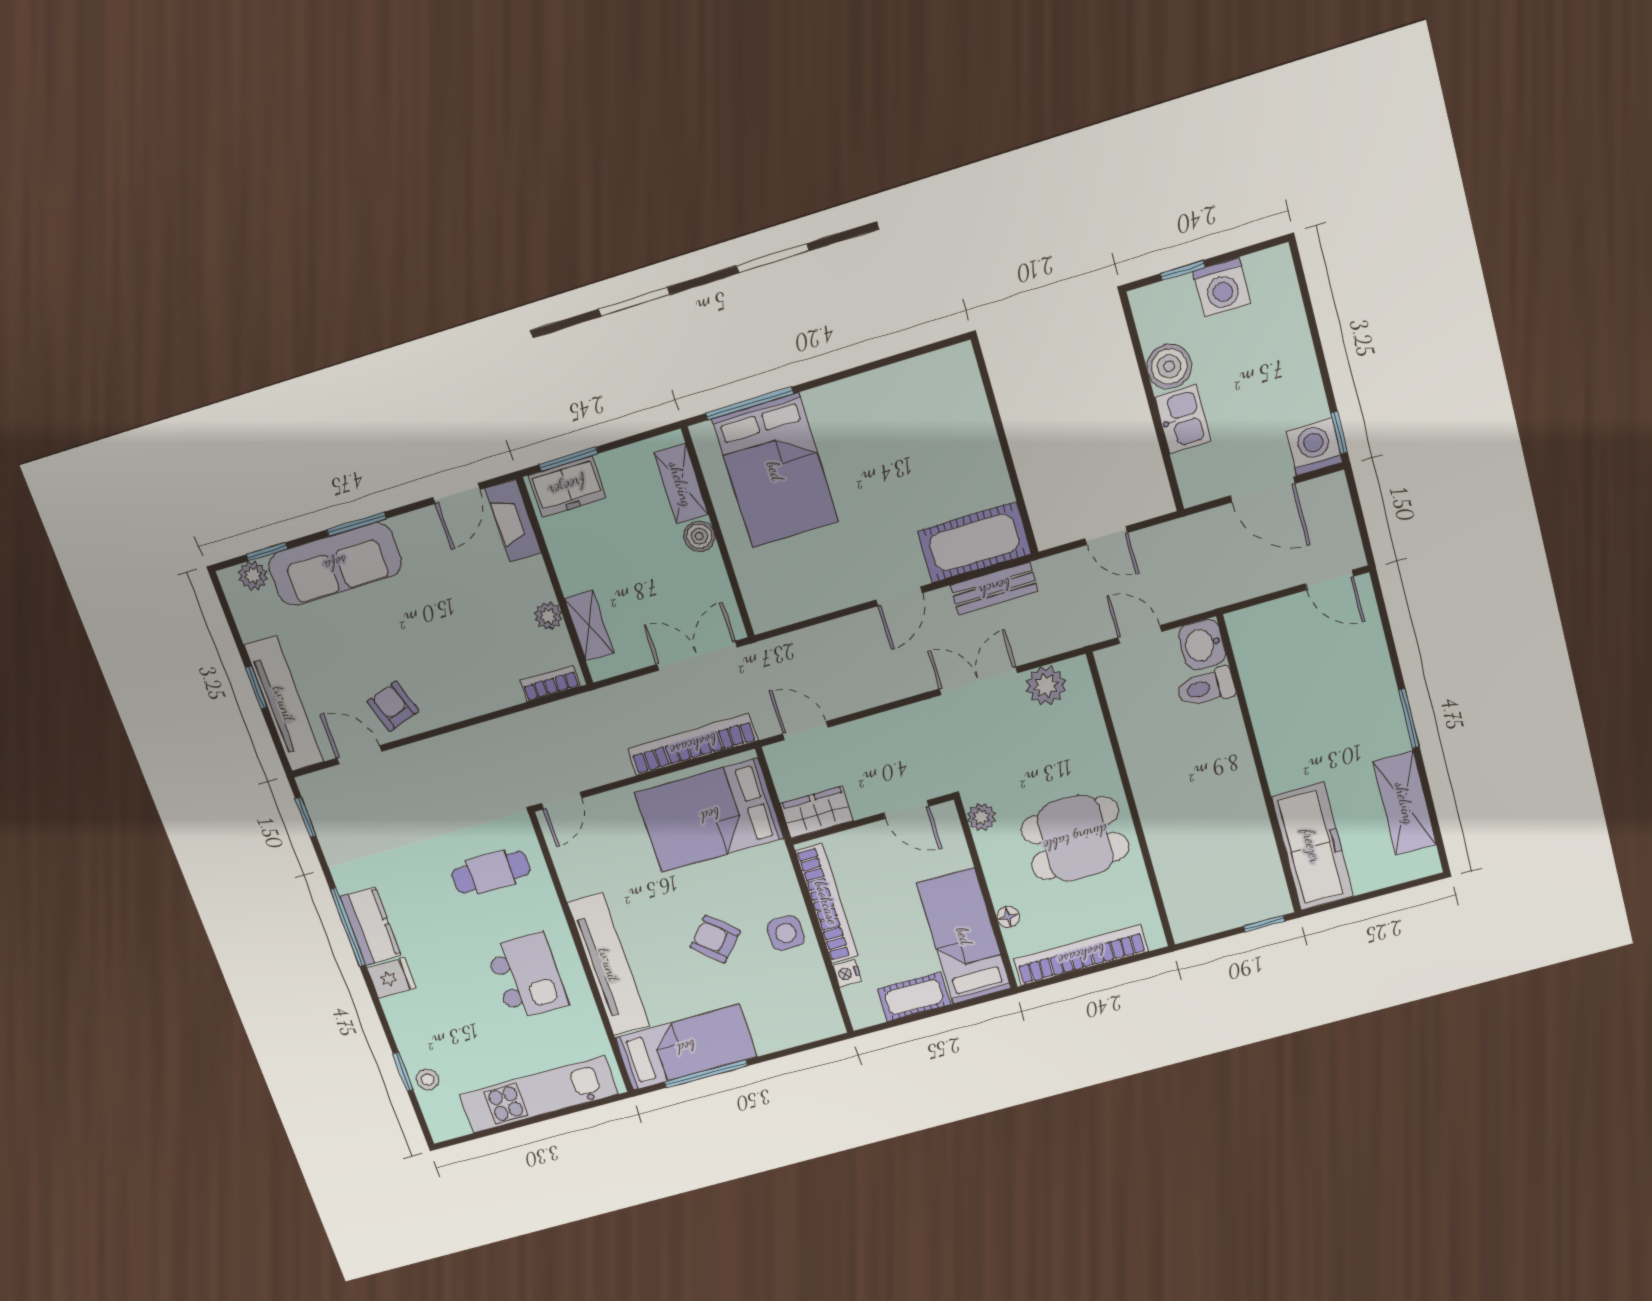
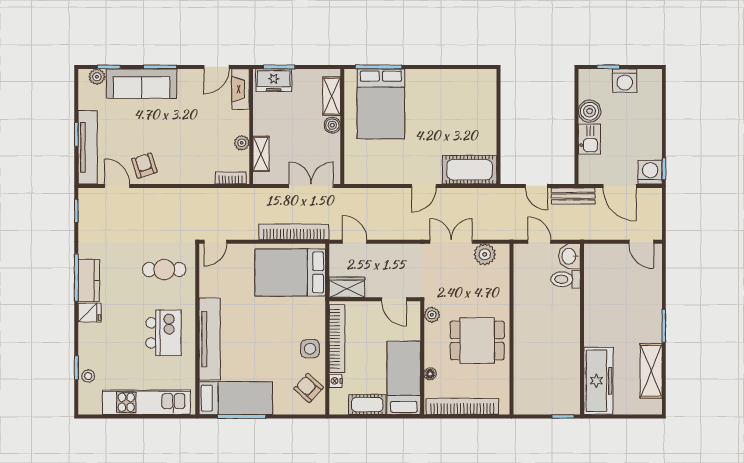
bench: (994, 588) -> (573, 196), moved
armchair: (715, 939) -> (308, 388), moved

